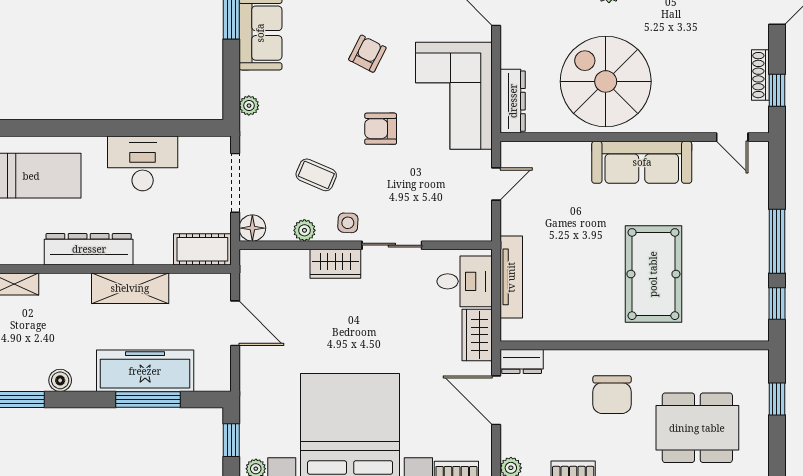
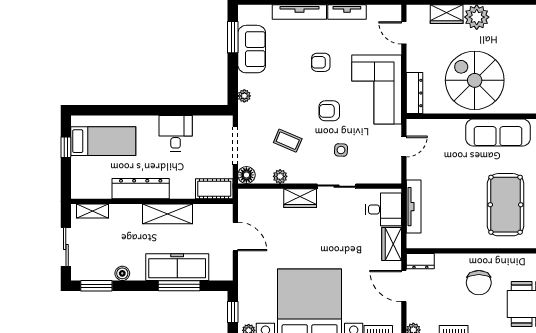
armchair: (367, 54) -> (321, 62), turned -117
desk: (143, 163) -> (176, 133), width x0.73
side table: (348, 223) -> (341, 150), moved

